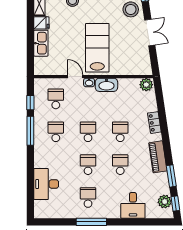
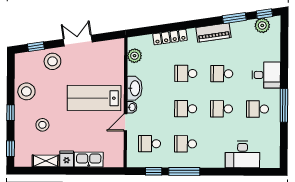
plant: (146, 85) -> (135, 56), moved
locker: (154, 123) -> (170, 37), width x1.53
desk: (133, 205) -> (266, 75), moved

